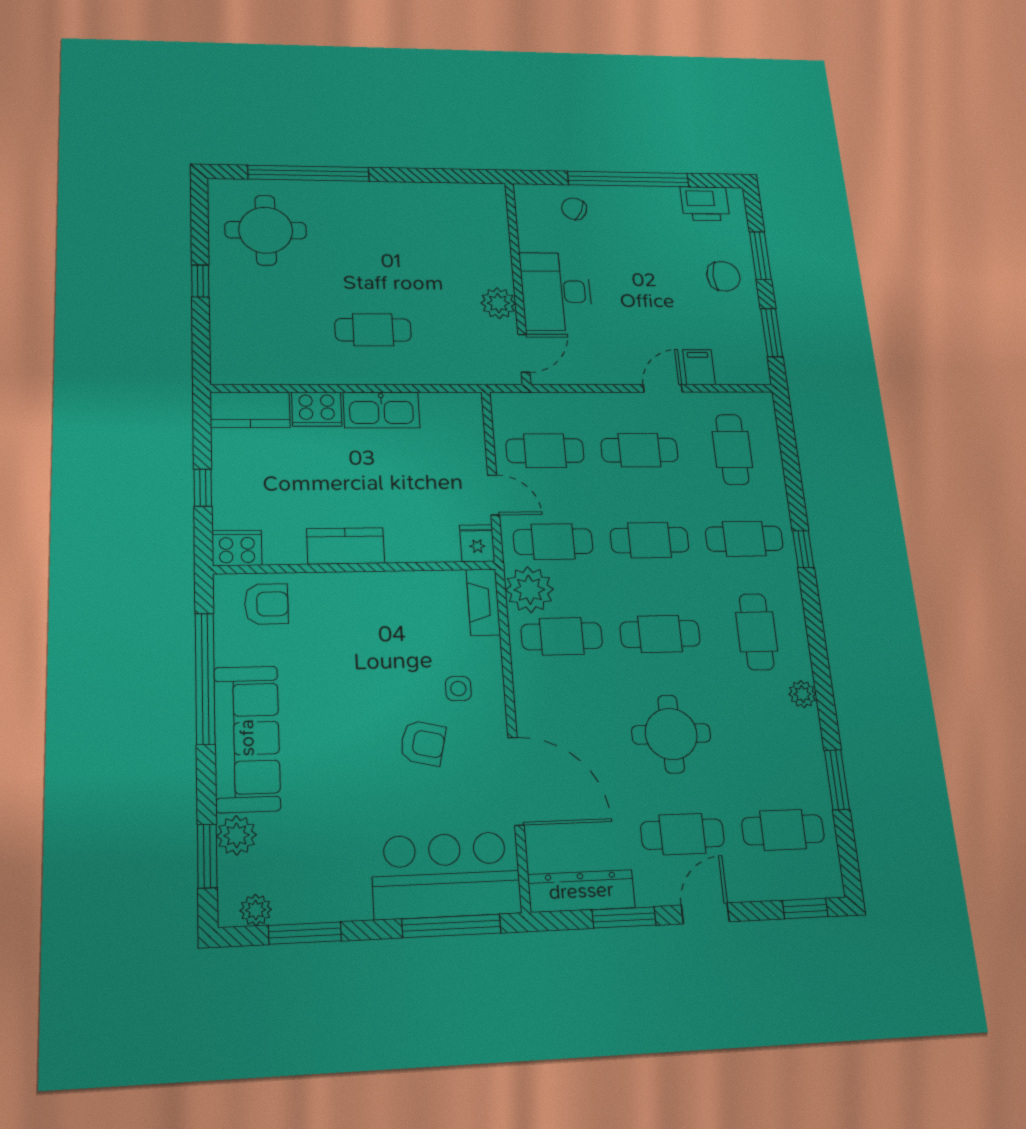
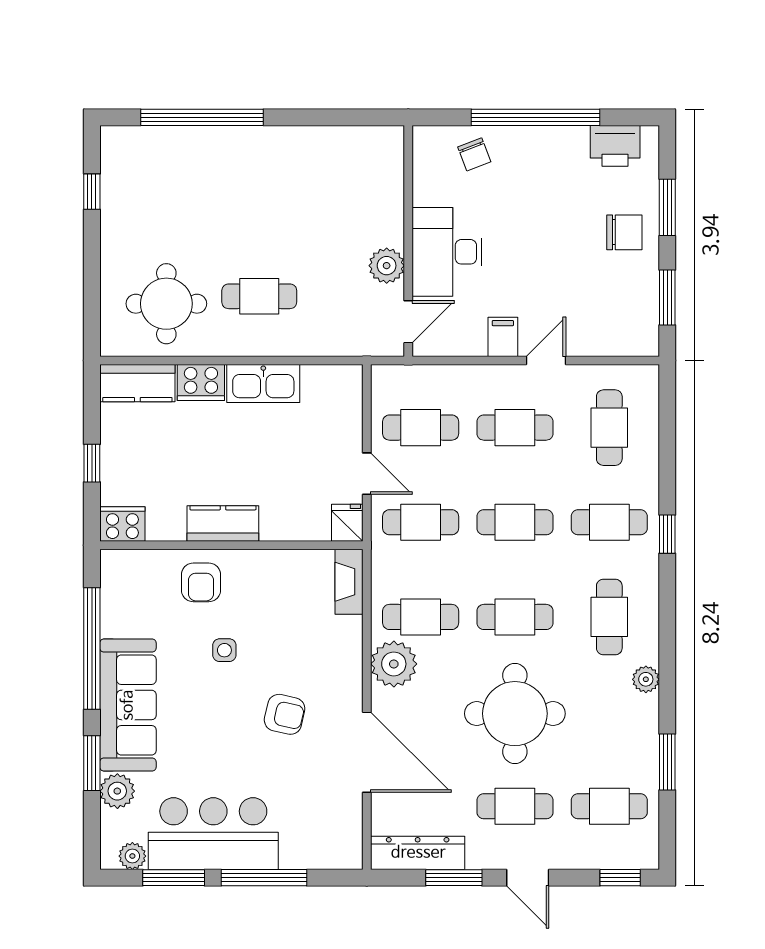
chair: (574, 209) -> (474, 154), turned -136
round table: (266, 230) -> (166, 304), moved
window: (200, 281) -> (92, 192), moved
filing cabinet: (699, 367) -> (503, 337), moved
plant: (529, 590) -> (394, 664), moved
armchair: (266, 604) -> (201, 582), moved, turned 90
side table: (458, 689) -> (224, 650), moved
round table: (671, 734) -> (515, 714), width x1.36, depth x1.36
window: (207, 856) -> (92, 763), moved
bar counter: (446, 875) -> (213, 834), moved
door: (705, 913) -> (528, 878), swing flipped
window: (451, 926) -> (264, 878), moved

